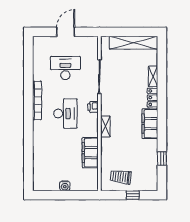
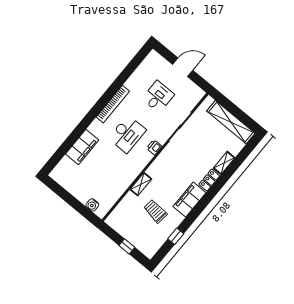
desk: (65, 68) -> (158, 97), width x0.73
shelving: (105, 127) -> (141, 184), moved
filing cabinet: (90, 153) -> (82, 147), moved, turned 180
trolley: (121, 177) -> (155, 211), moved
water cooler: (65, 186) -> (92, 205), moved

